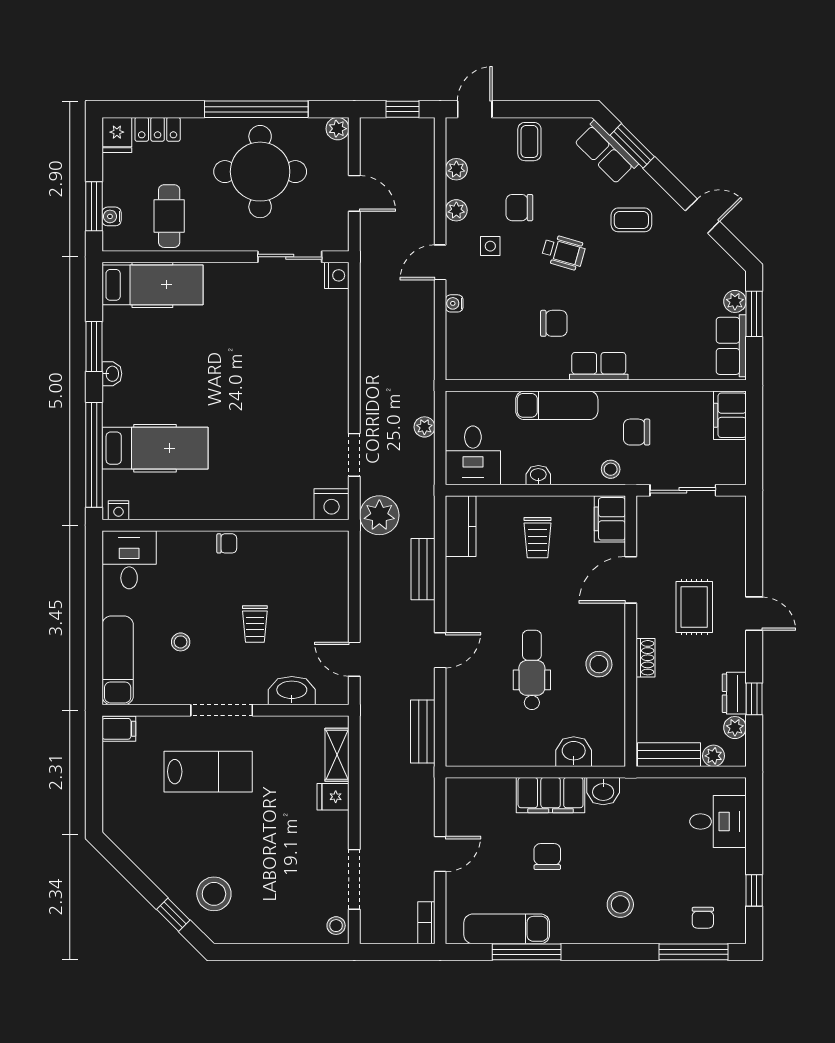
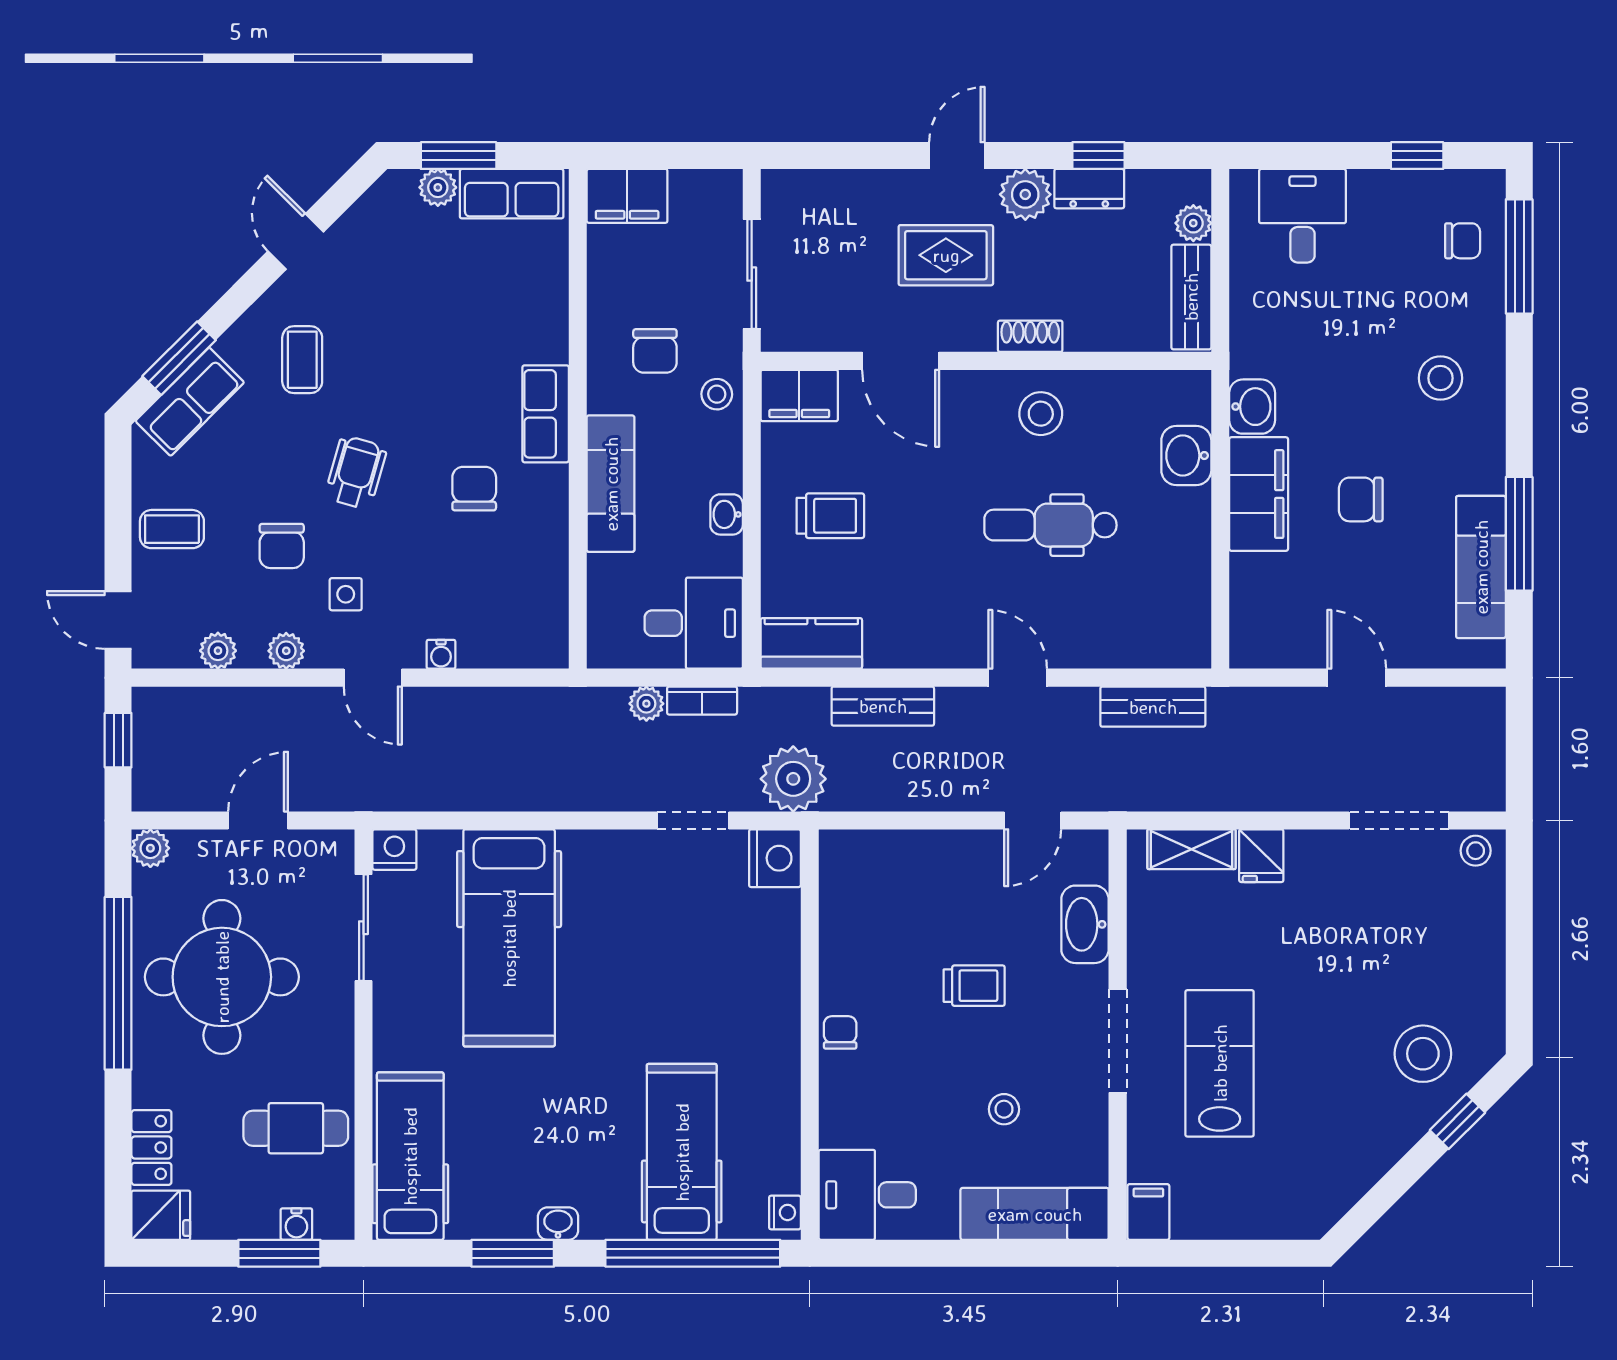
hospital bed: (284, 344) -> (509, 938), added
plant: (735, 728) -> (1025, 194), moved, width x1.38, depth x1.38
bookcase: (426, 923) -> (702, 701), moved

